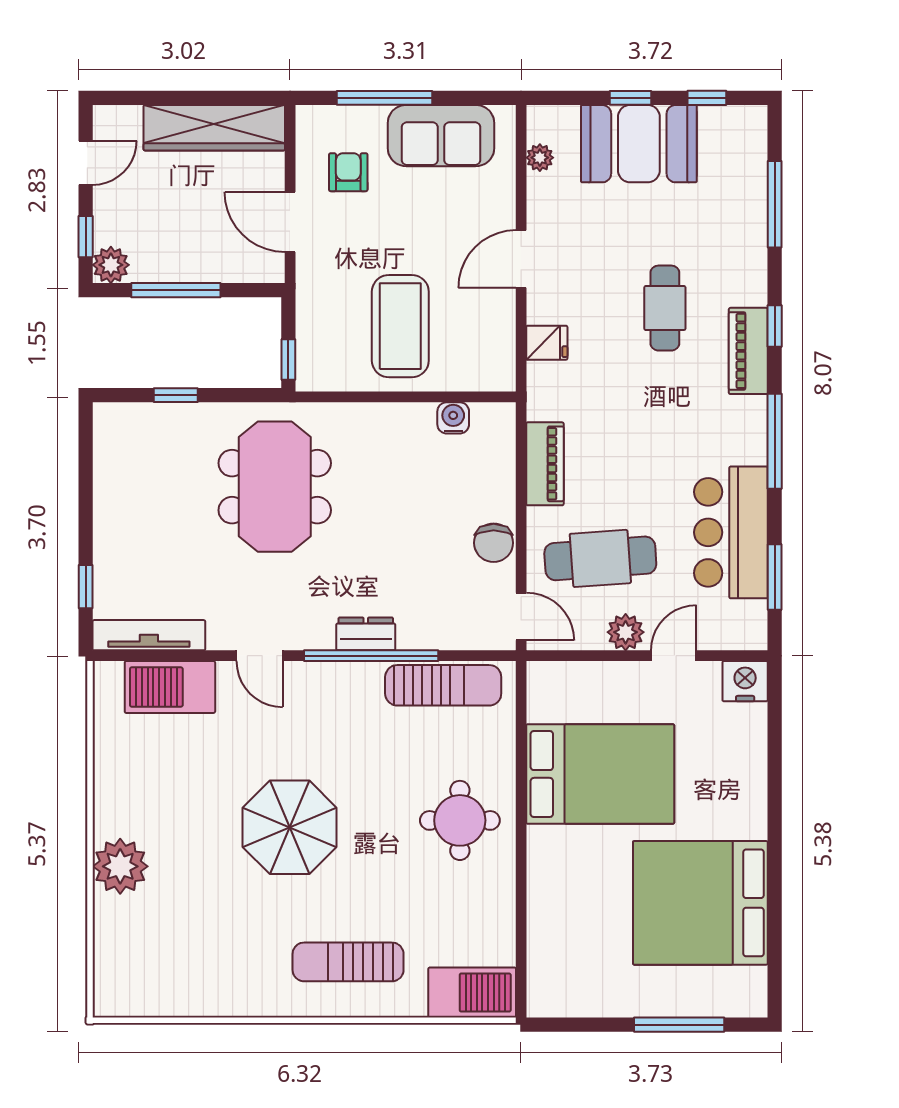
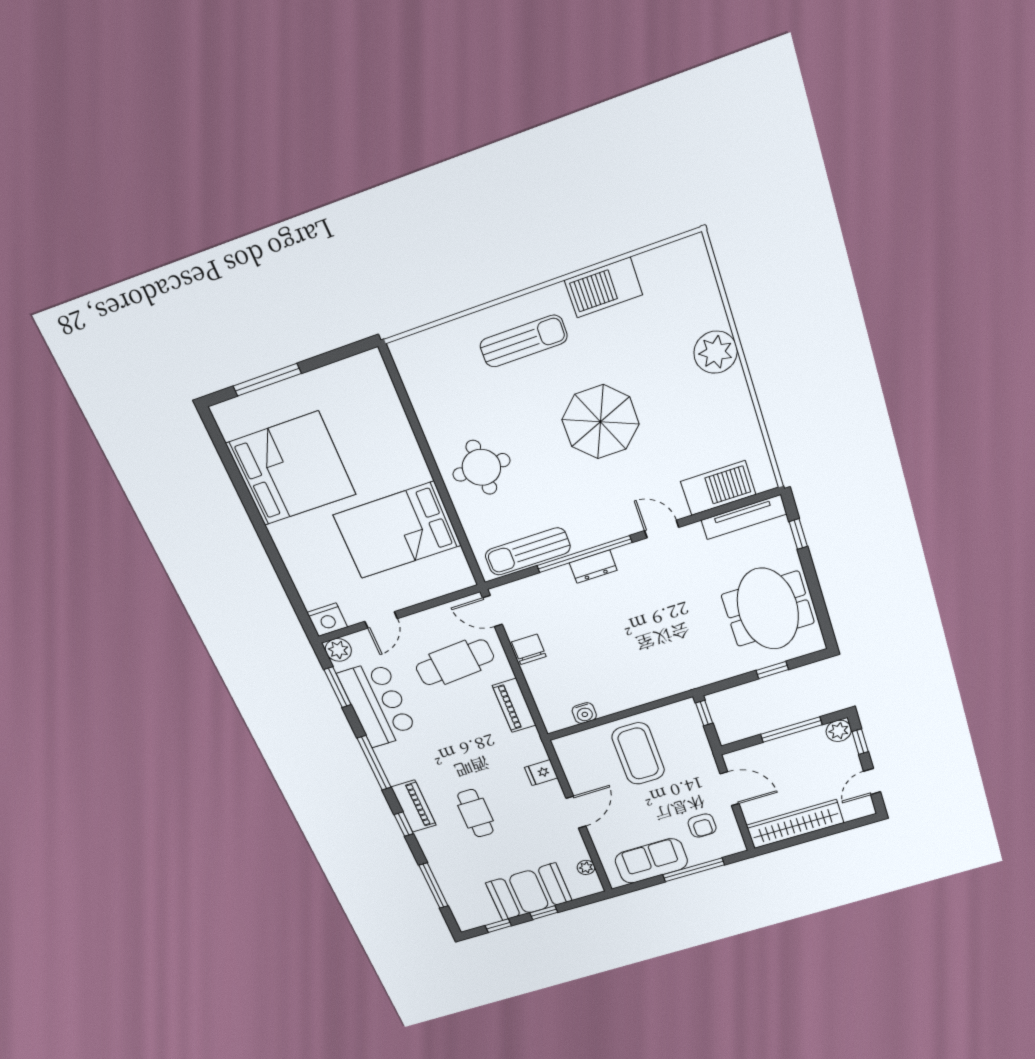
meeting table: (275, 487) -> (768, 609), moved
plant: (626, 632) -> (338, 650), moved
barbecue: (472, 993) -> (603, 287), moved

